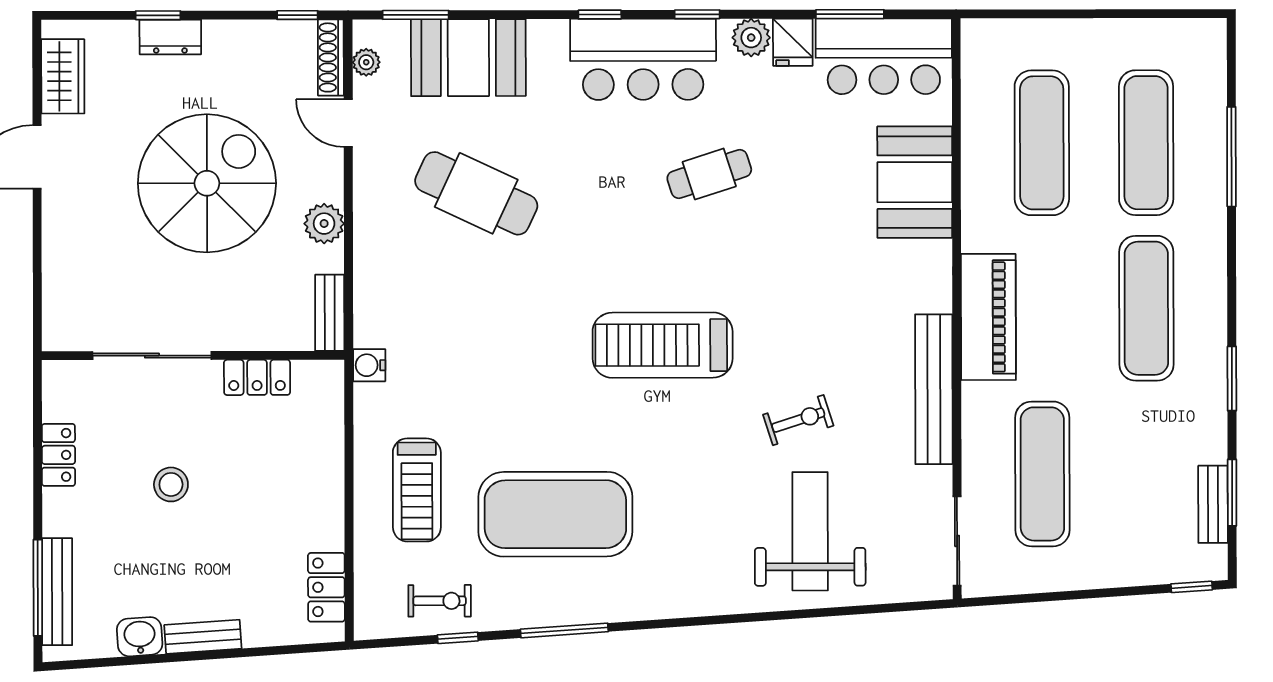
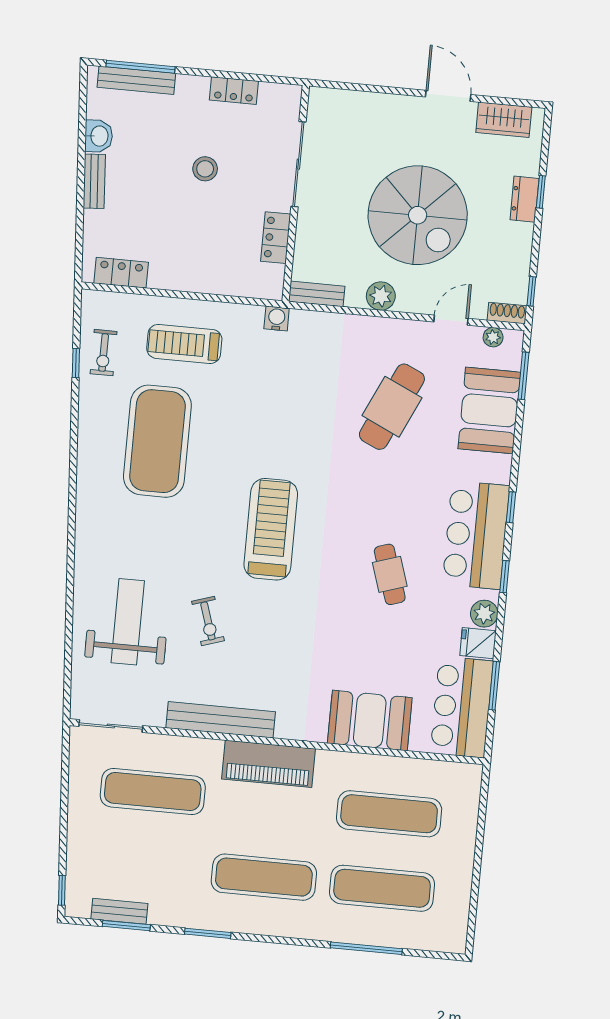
shoe rack: (331, 57) -> (507, 313), width x0.70
weight bench: (810, 531) -> (128, 622), turned -90
window: (564, 630) -> (74, 440), removed

